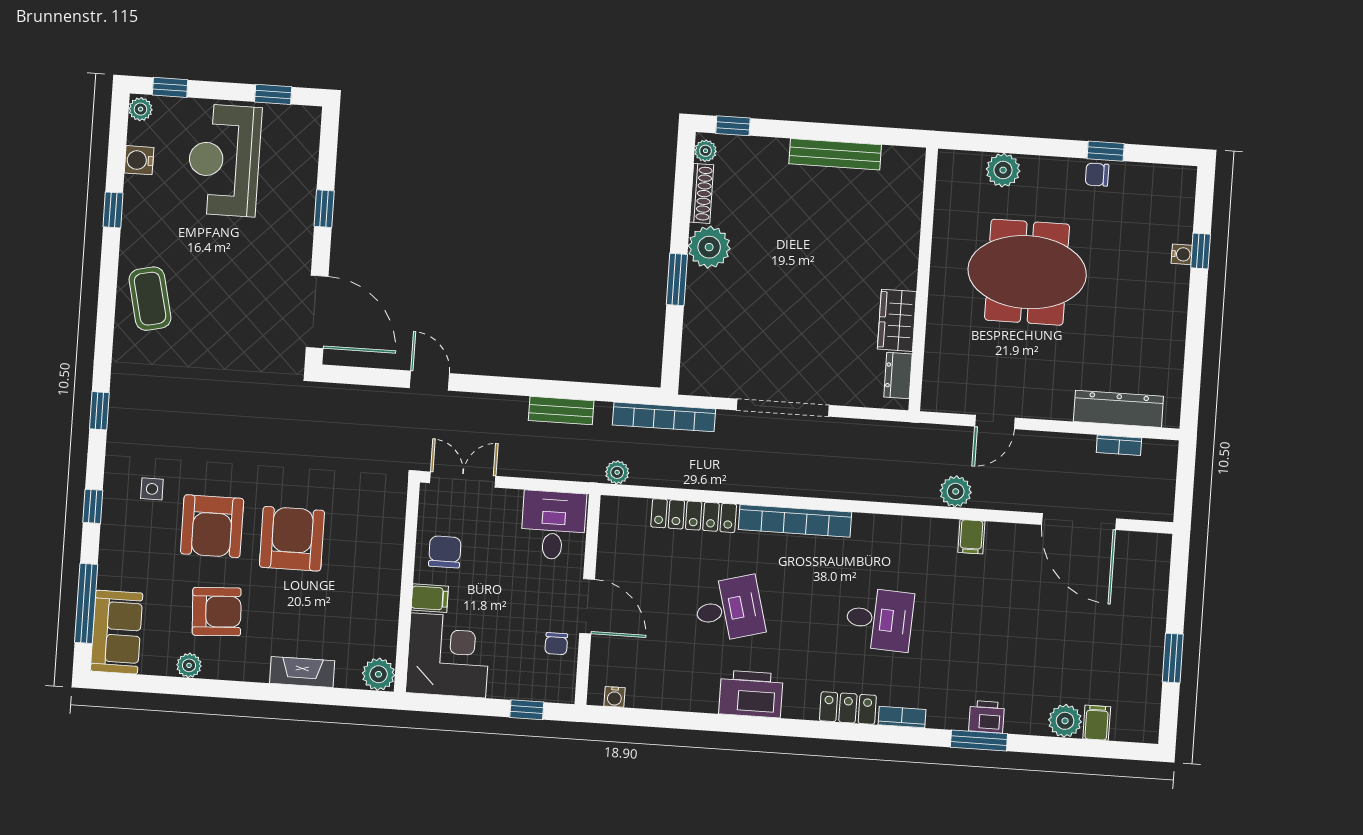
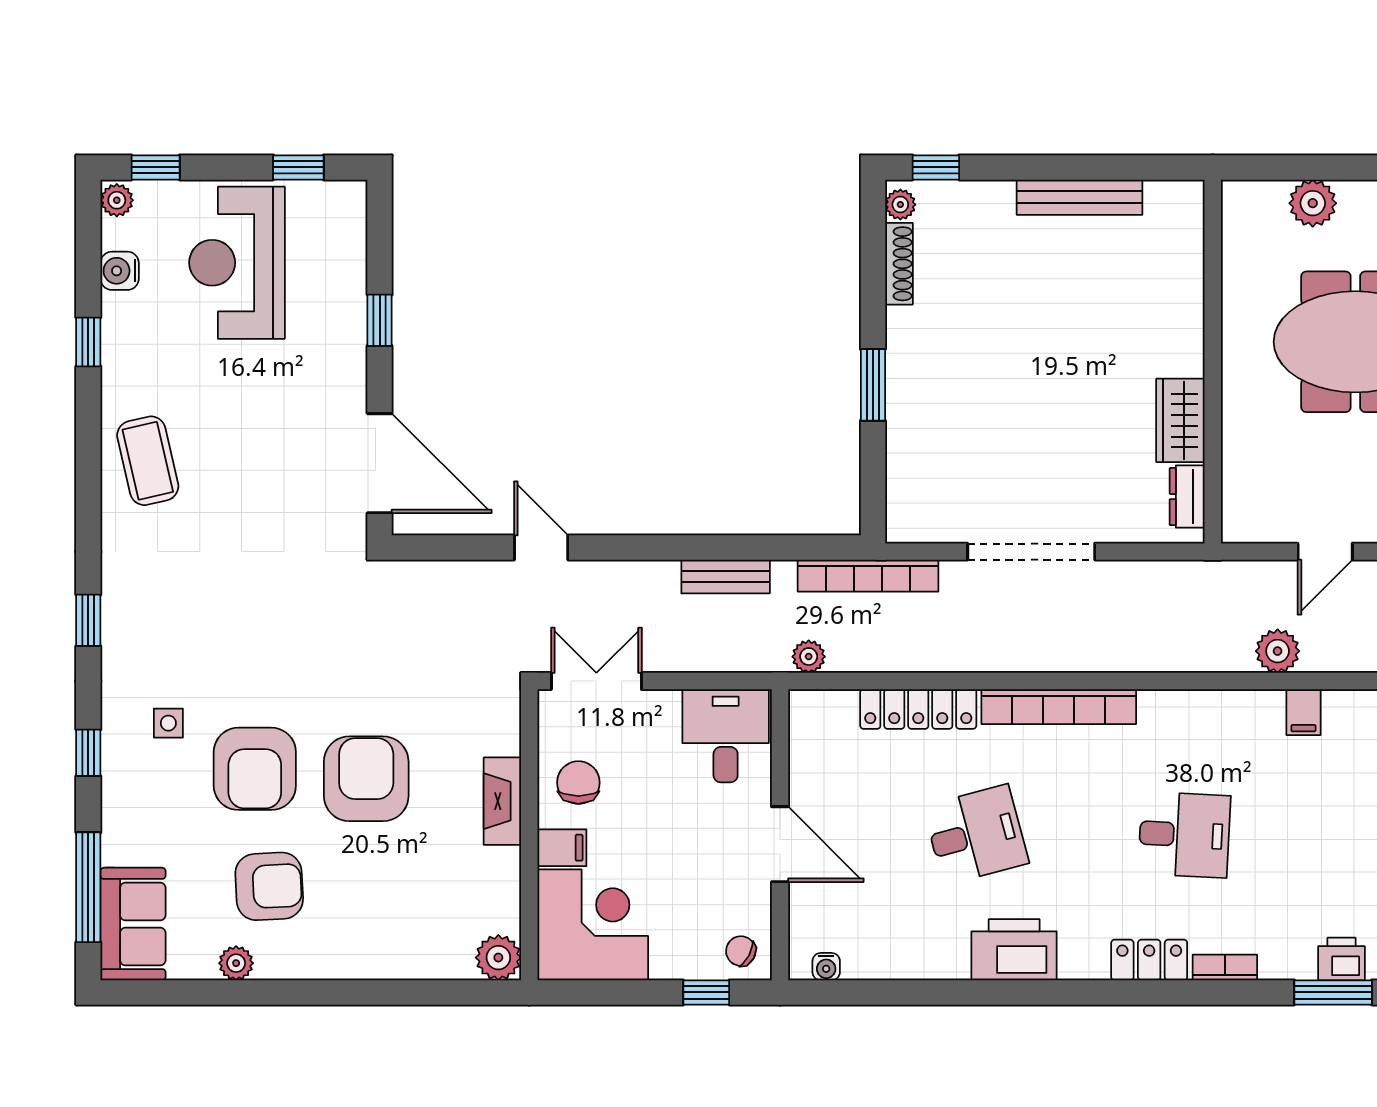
plant: (709, 247) -> (914, 337), removed
chair: (556, 644) -> (741, 951), moved, turned 118
fireplace: (302, 672) -> (502, 801), moved, turned -90

